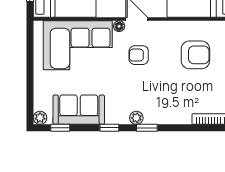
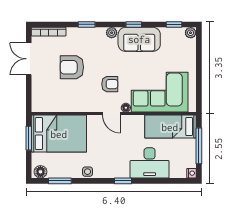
armchair: (195, 55) -> (72, 67), moved
sofa: (79, 110) -> (139, 39), moved
window: (147, 128) -> (87, 24), moved

